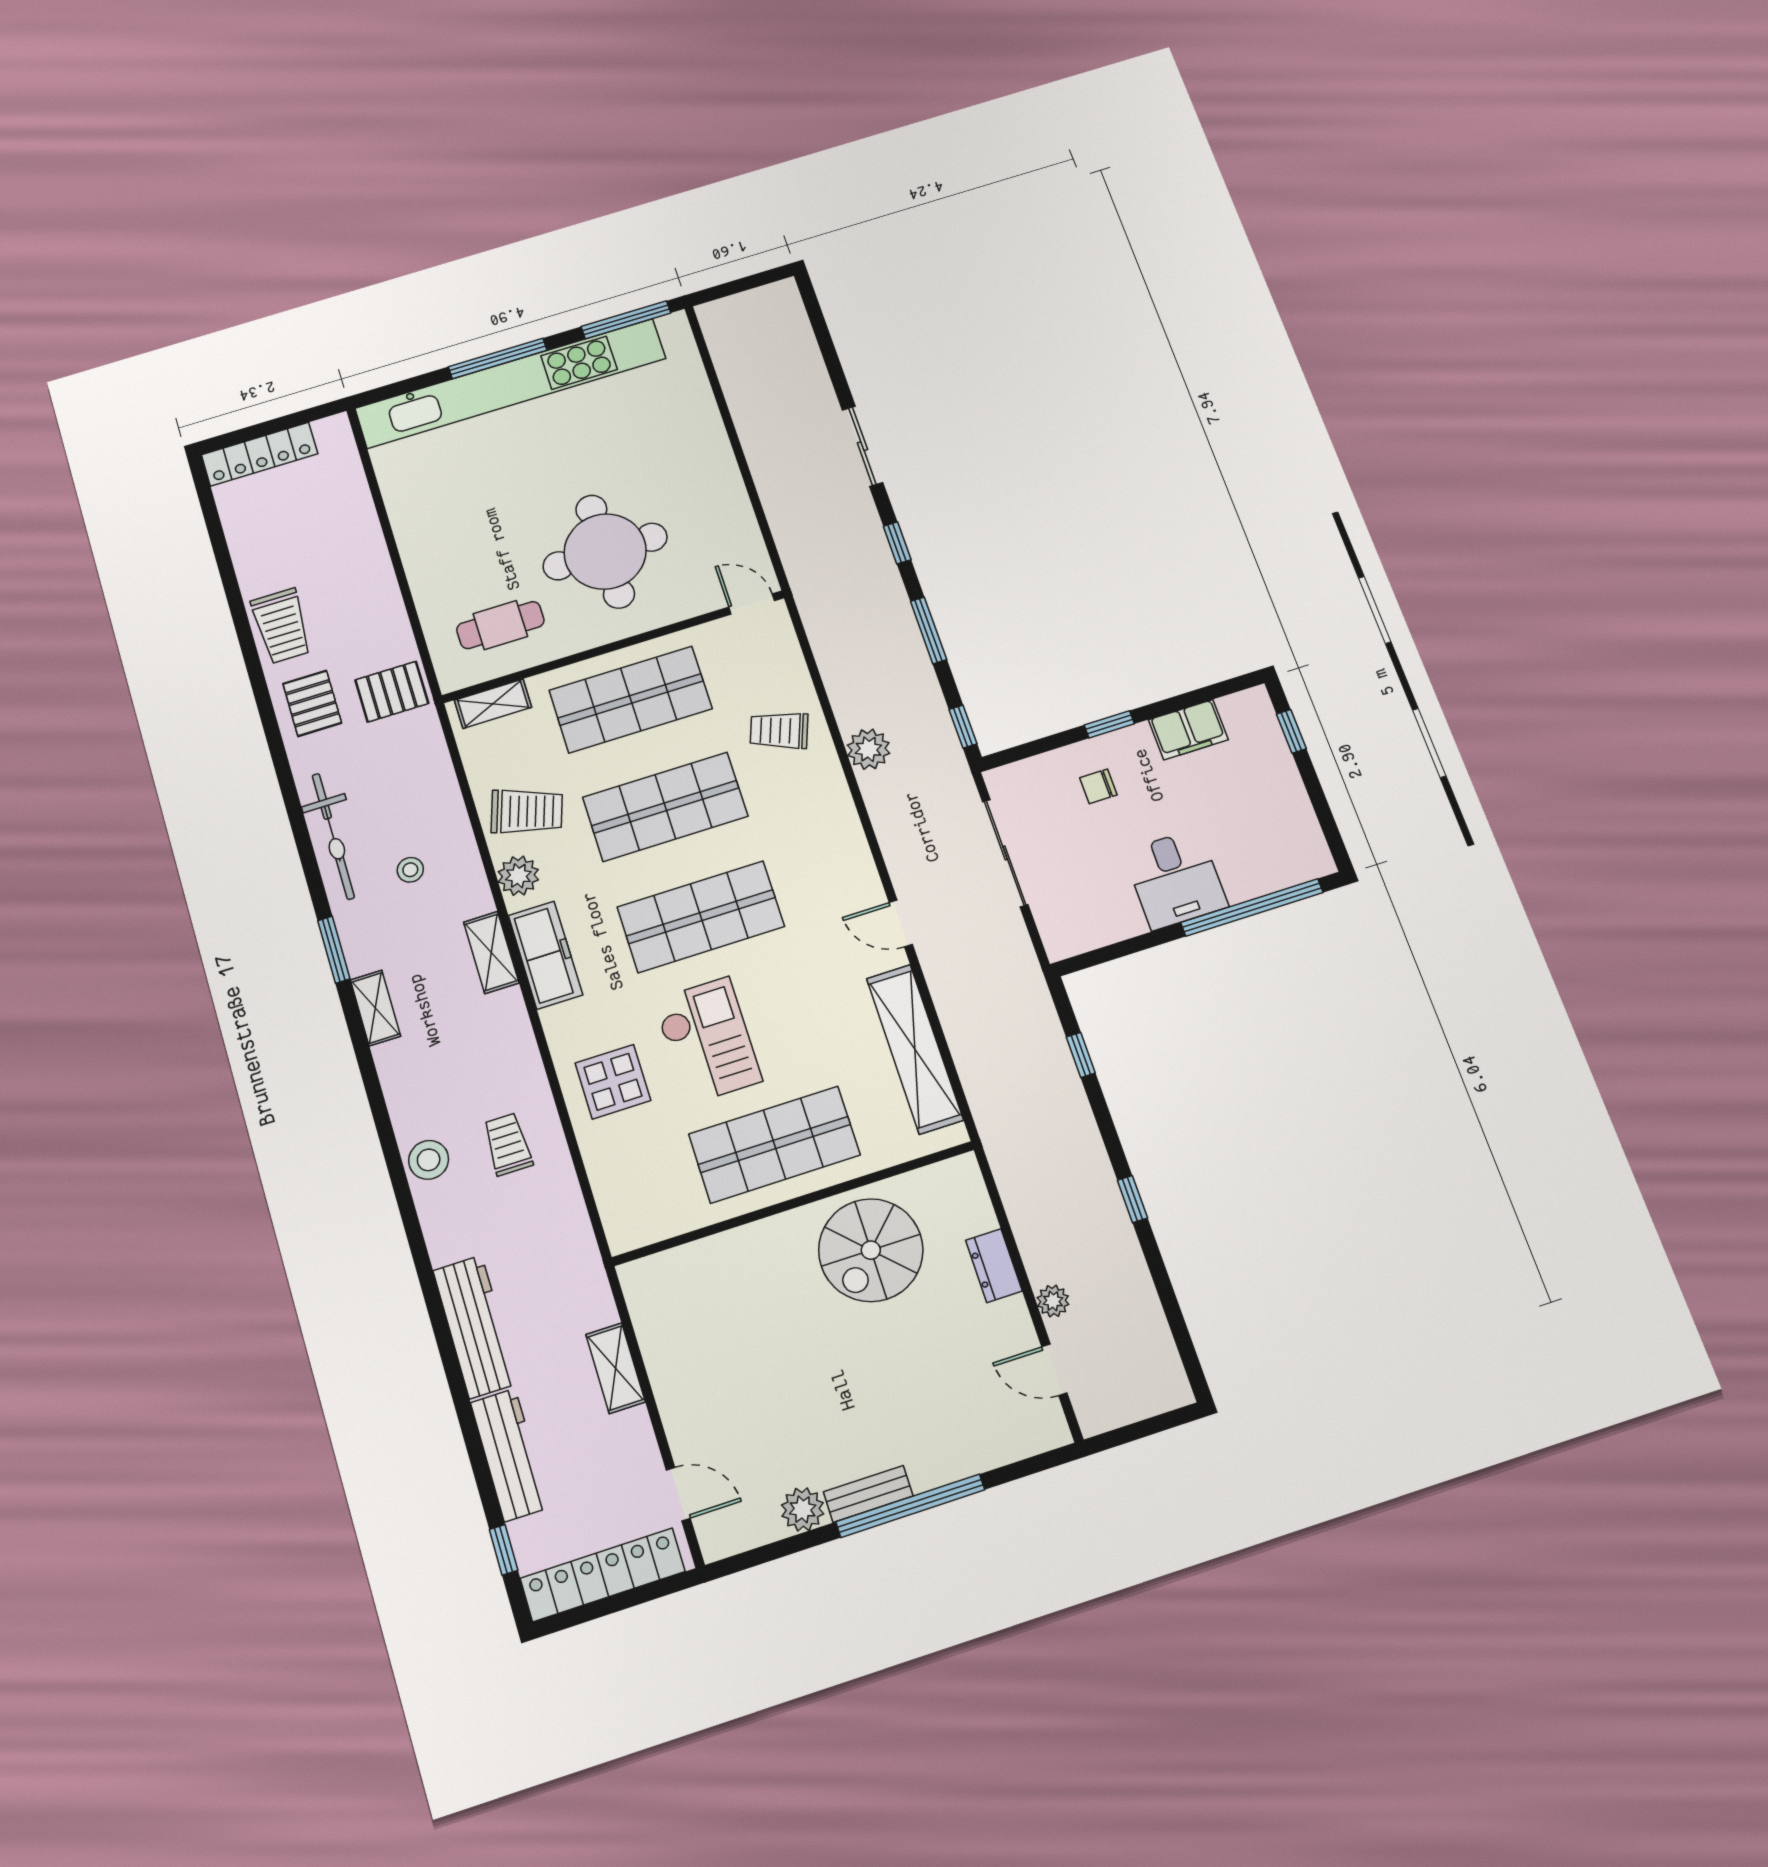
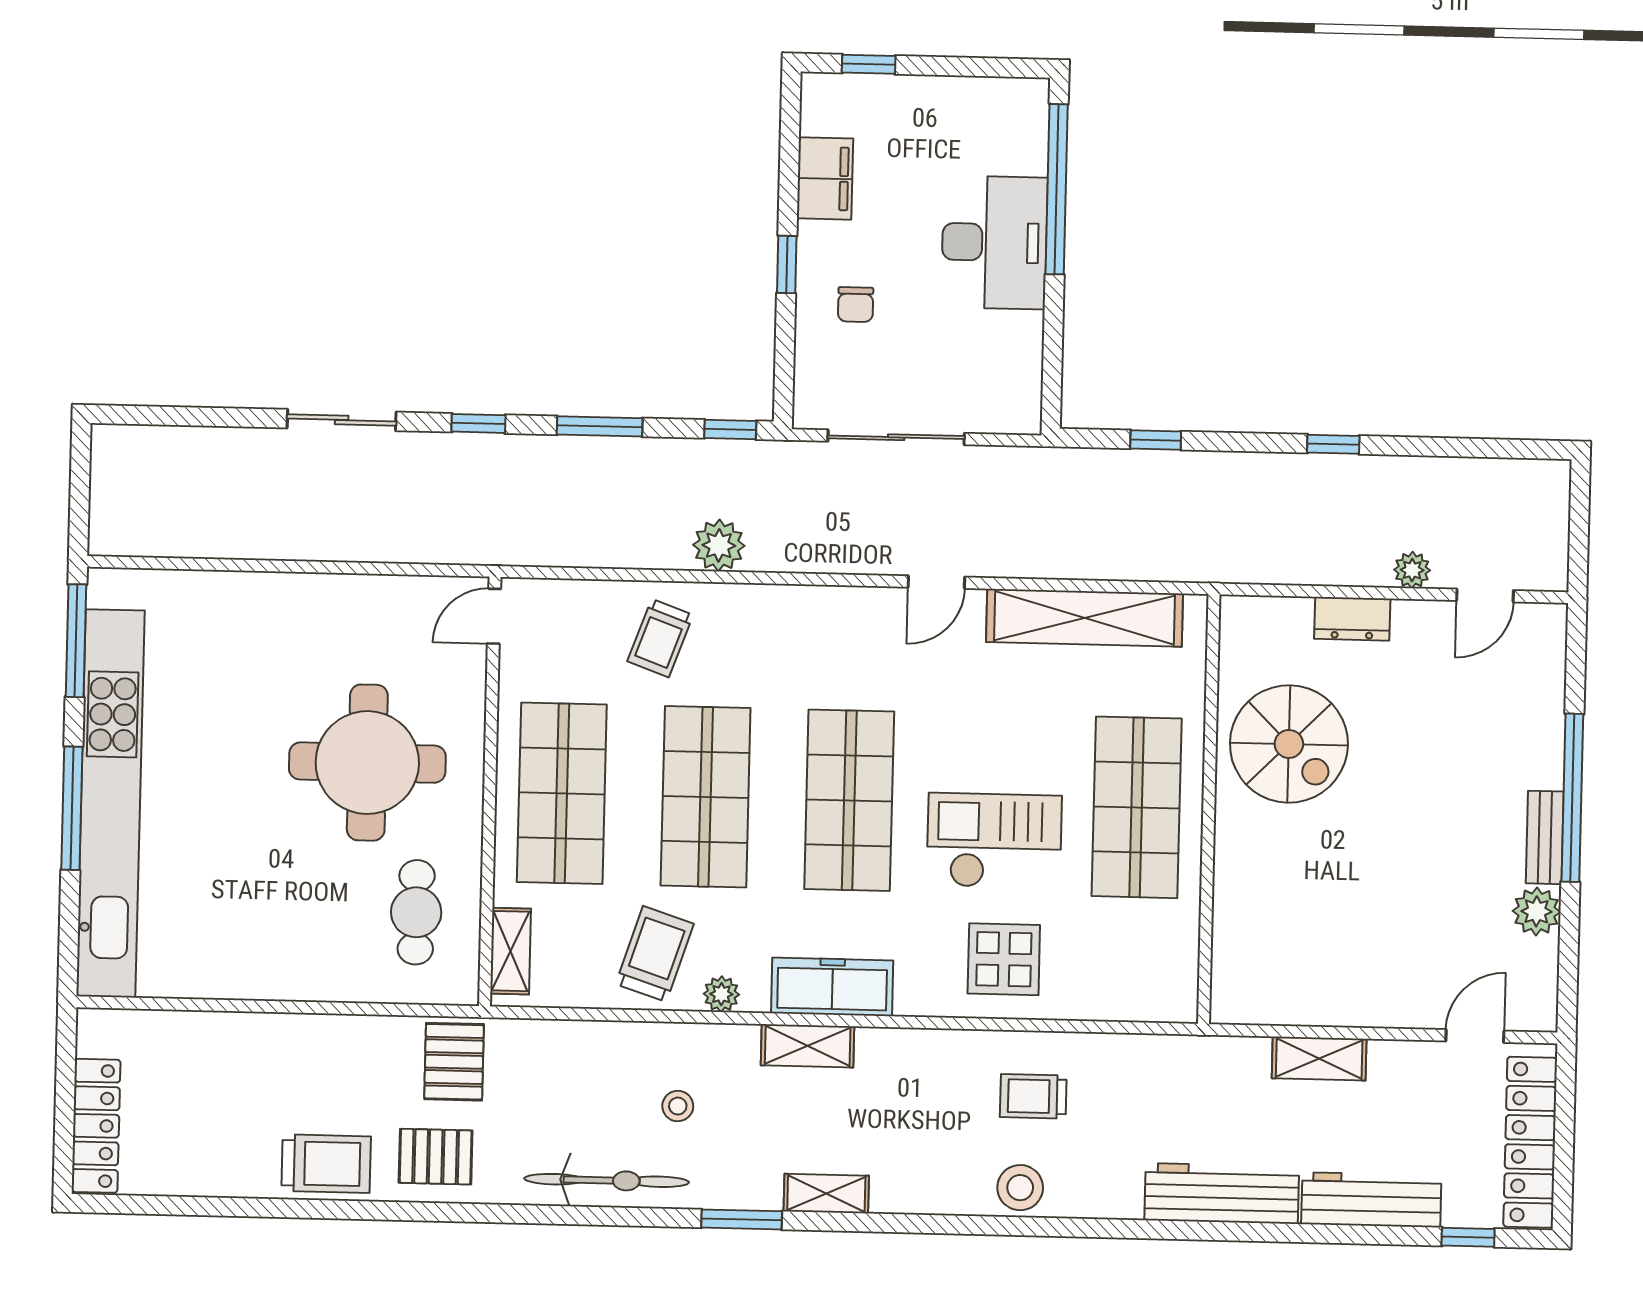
plant: (518, 876) -> (721, 994), width x0.73, depth x0.73
desk: (1175, 879) -> (994, 242), width x1.37

